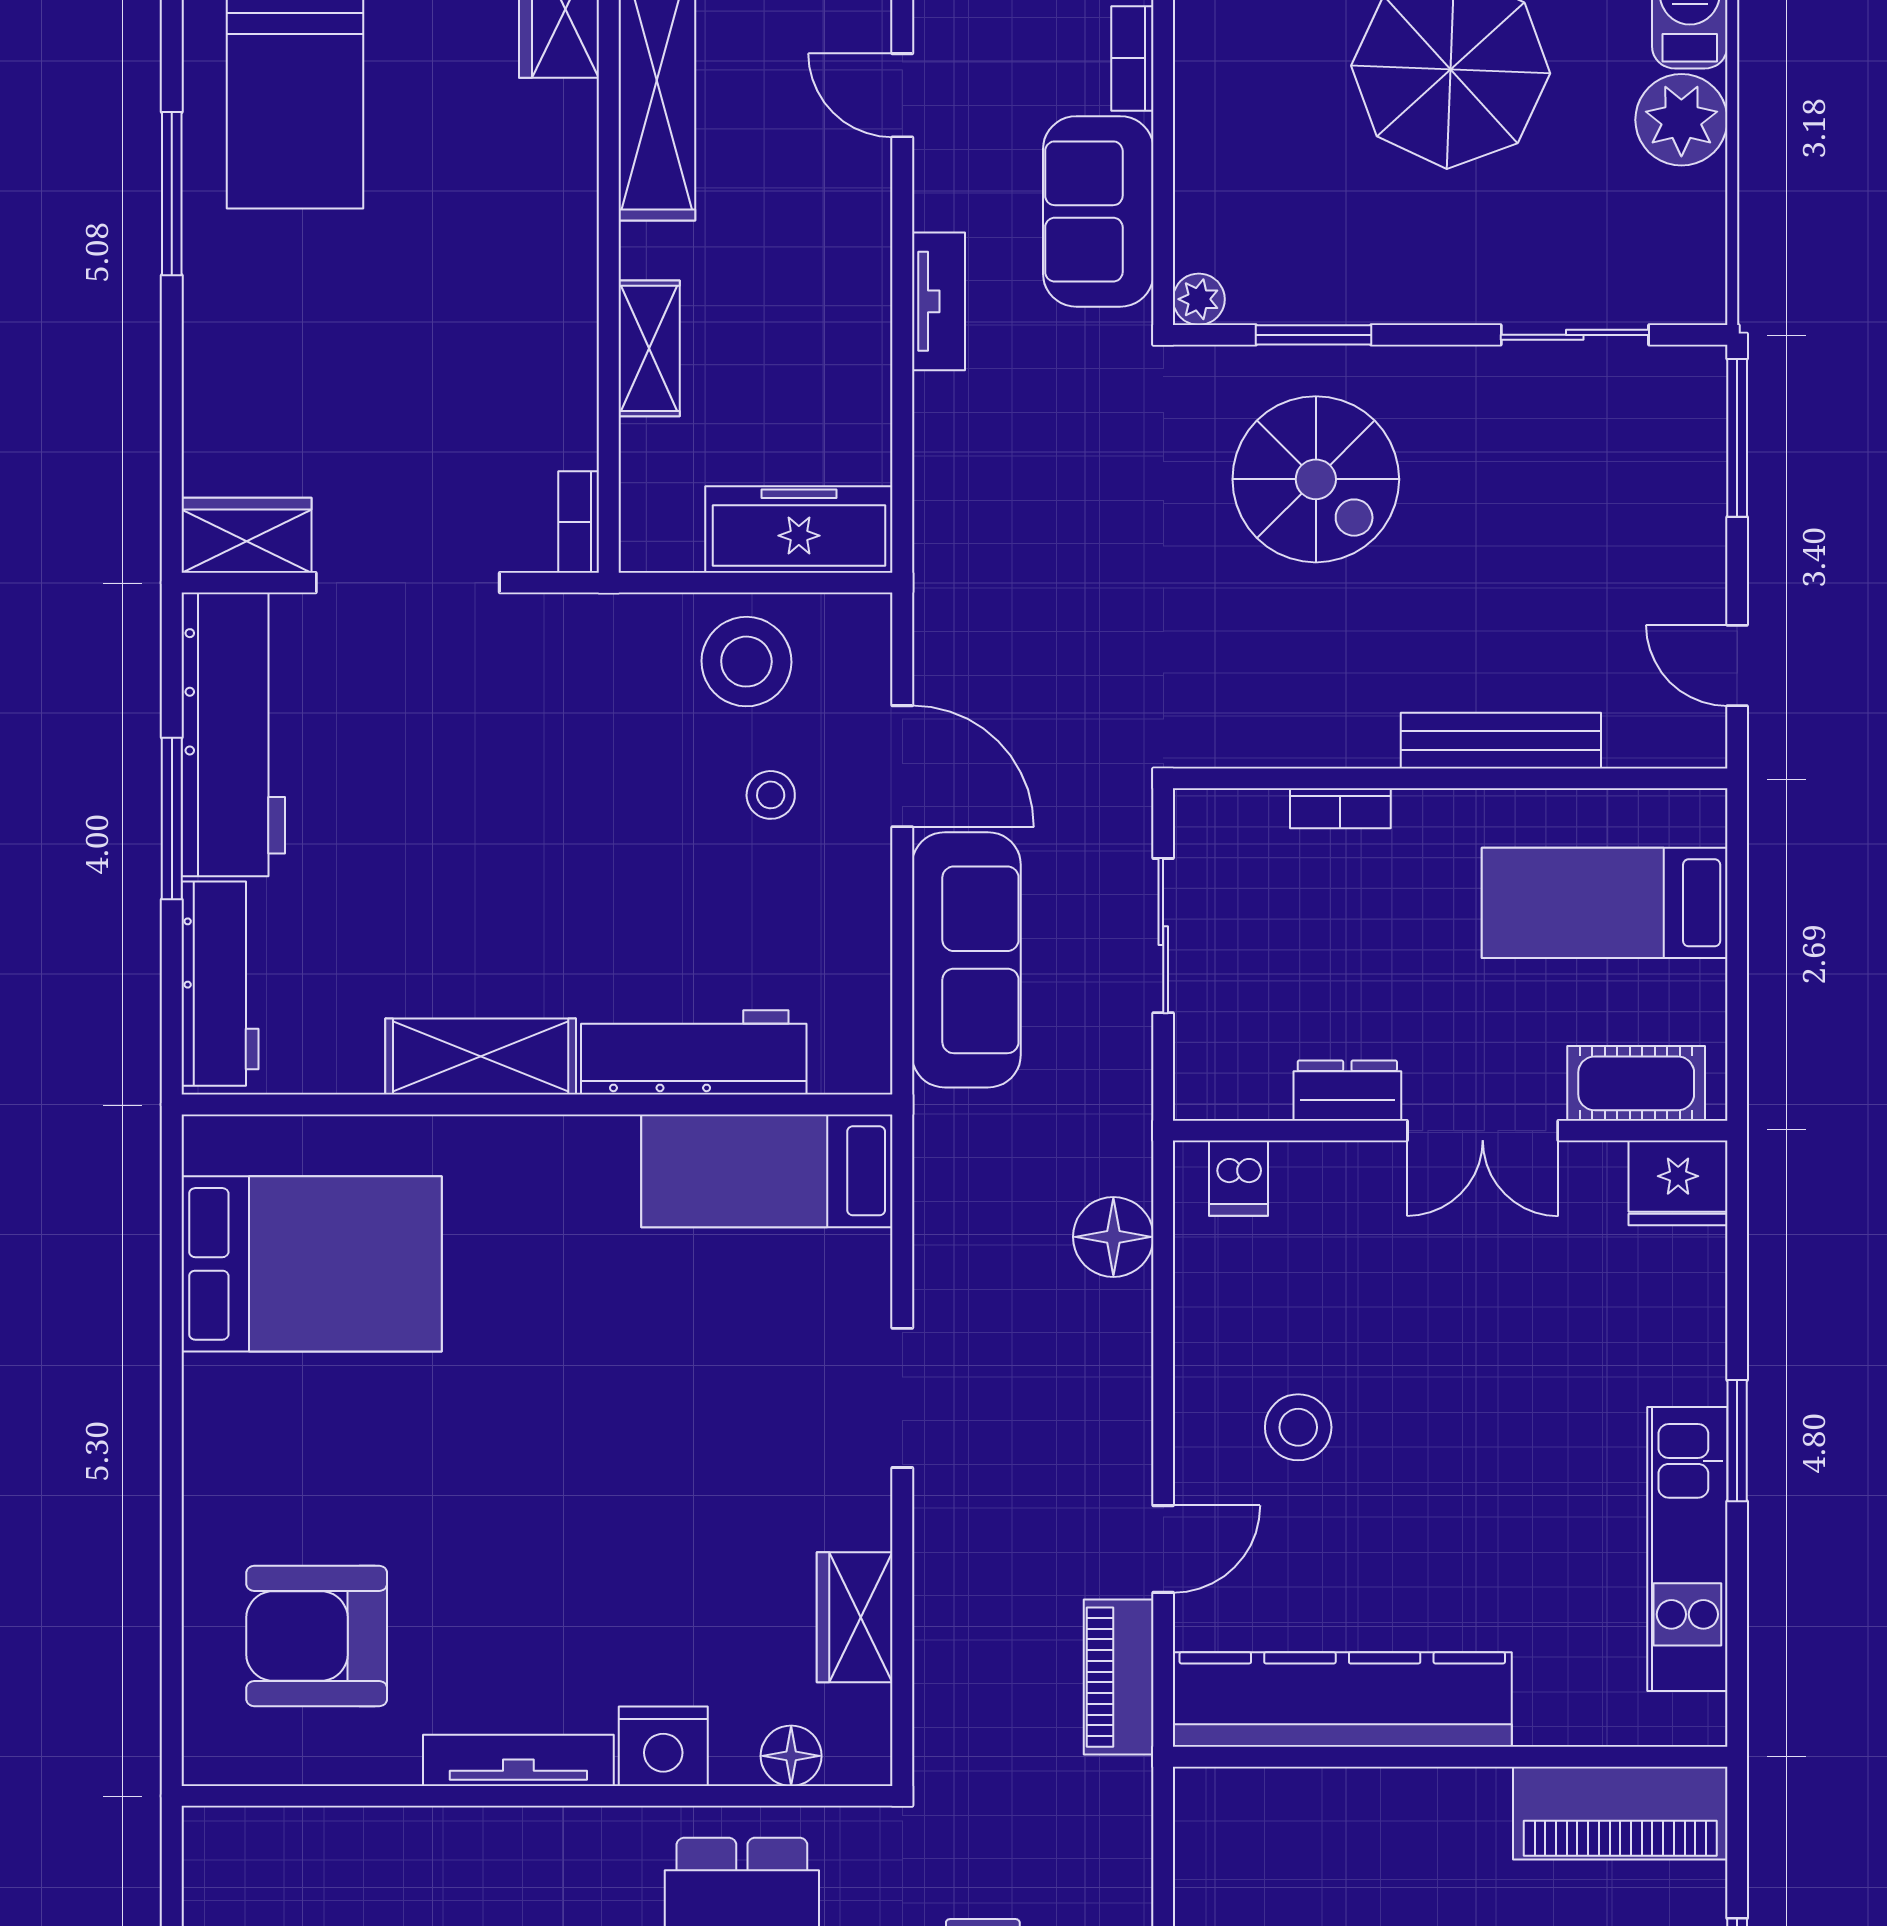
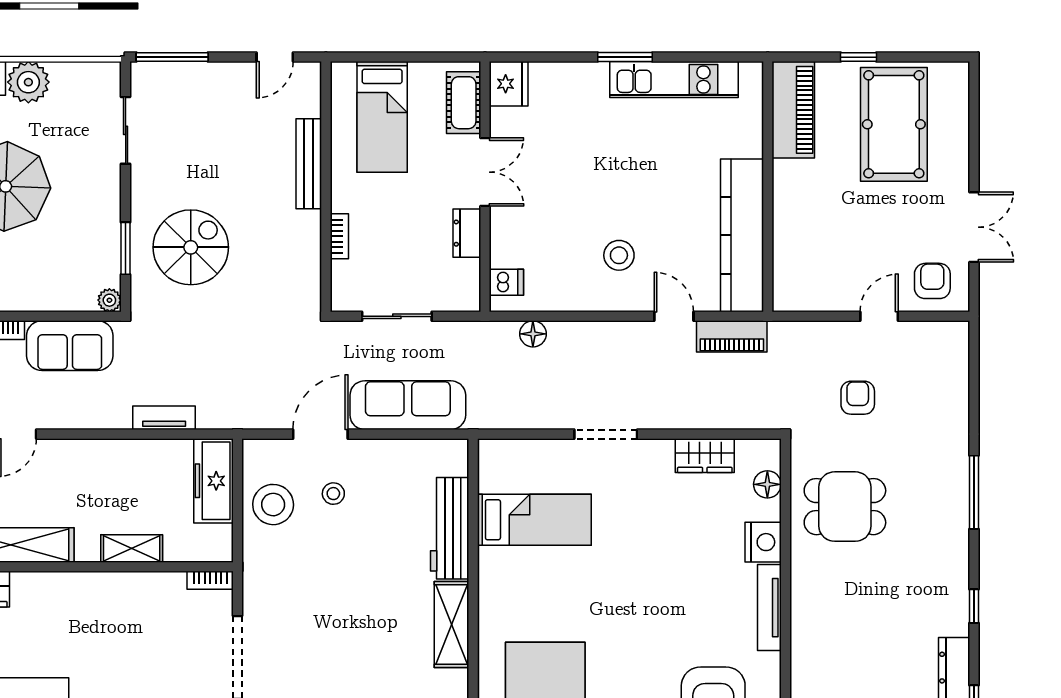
tv unit: (938, 301) -> (164, 418), moved
bed: (767, 1171) -> (534, 520), moved, turned -90
floor lamp: (1113, 1237) -> (533, 334), width x0.73, depth x0.73

